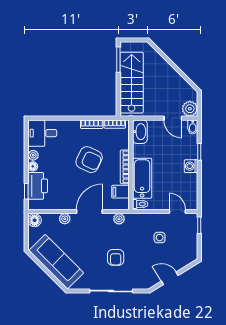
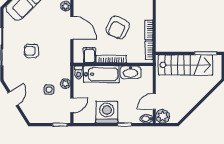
washbasin: (140, 132) -> (131, 72), moved
washing machine: (191, 166) -> (107, 112), width x1.89, depth x1.89
plant: (119, 219) -> (66, 84), moved

